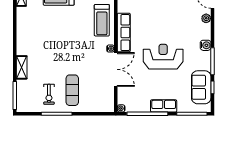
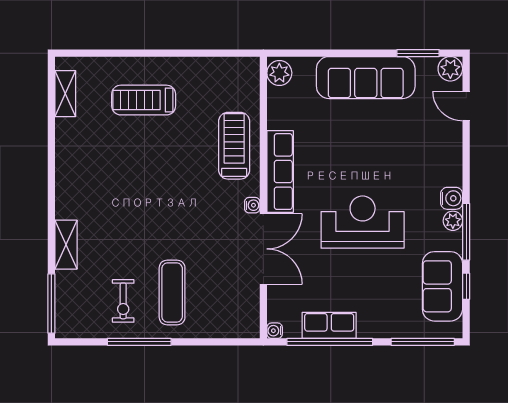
plant: (206, 18) -> (453, 221), moved
treadmill: (102, 20) -> (234, 146), turned 180
row of seats: (164, 106) -> (329, 325), moved

